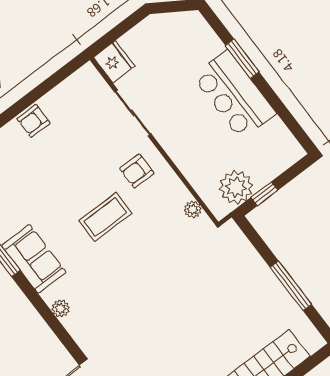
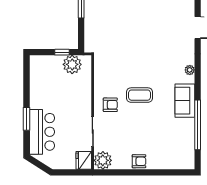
bar counter: (234, 95) -> (42, 132), moved
plant: (193, 209) -> (103, 160), moved, width x1.87, depth x1.87

